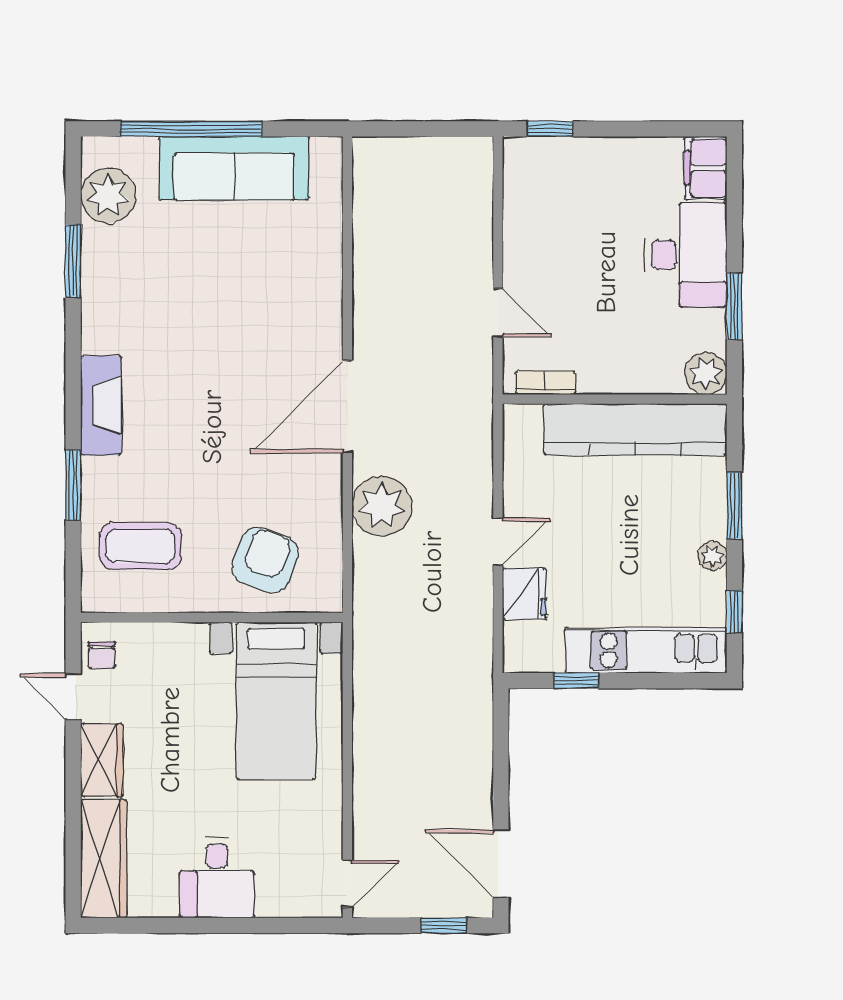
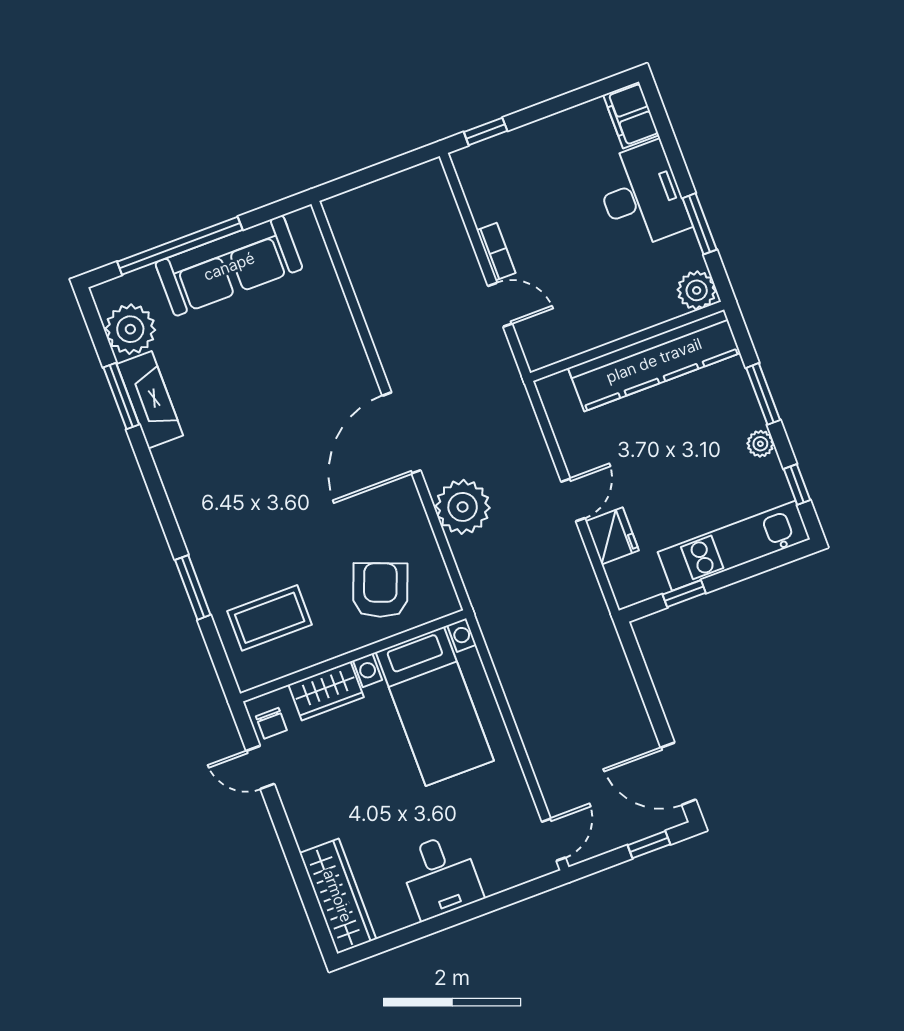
bookcase: (546, 383) -> (496, 252), moved, turned 90
fireplace: (101, 405) -> (150, 400), moved
wardrobe: (102, 760) -> (326, 691), moved, turned 90

